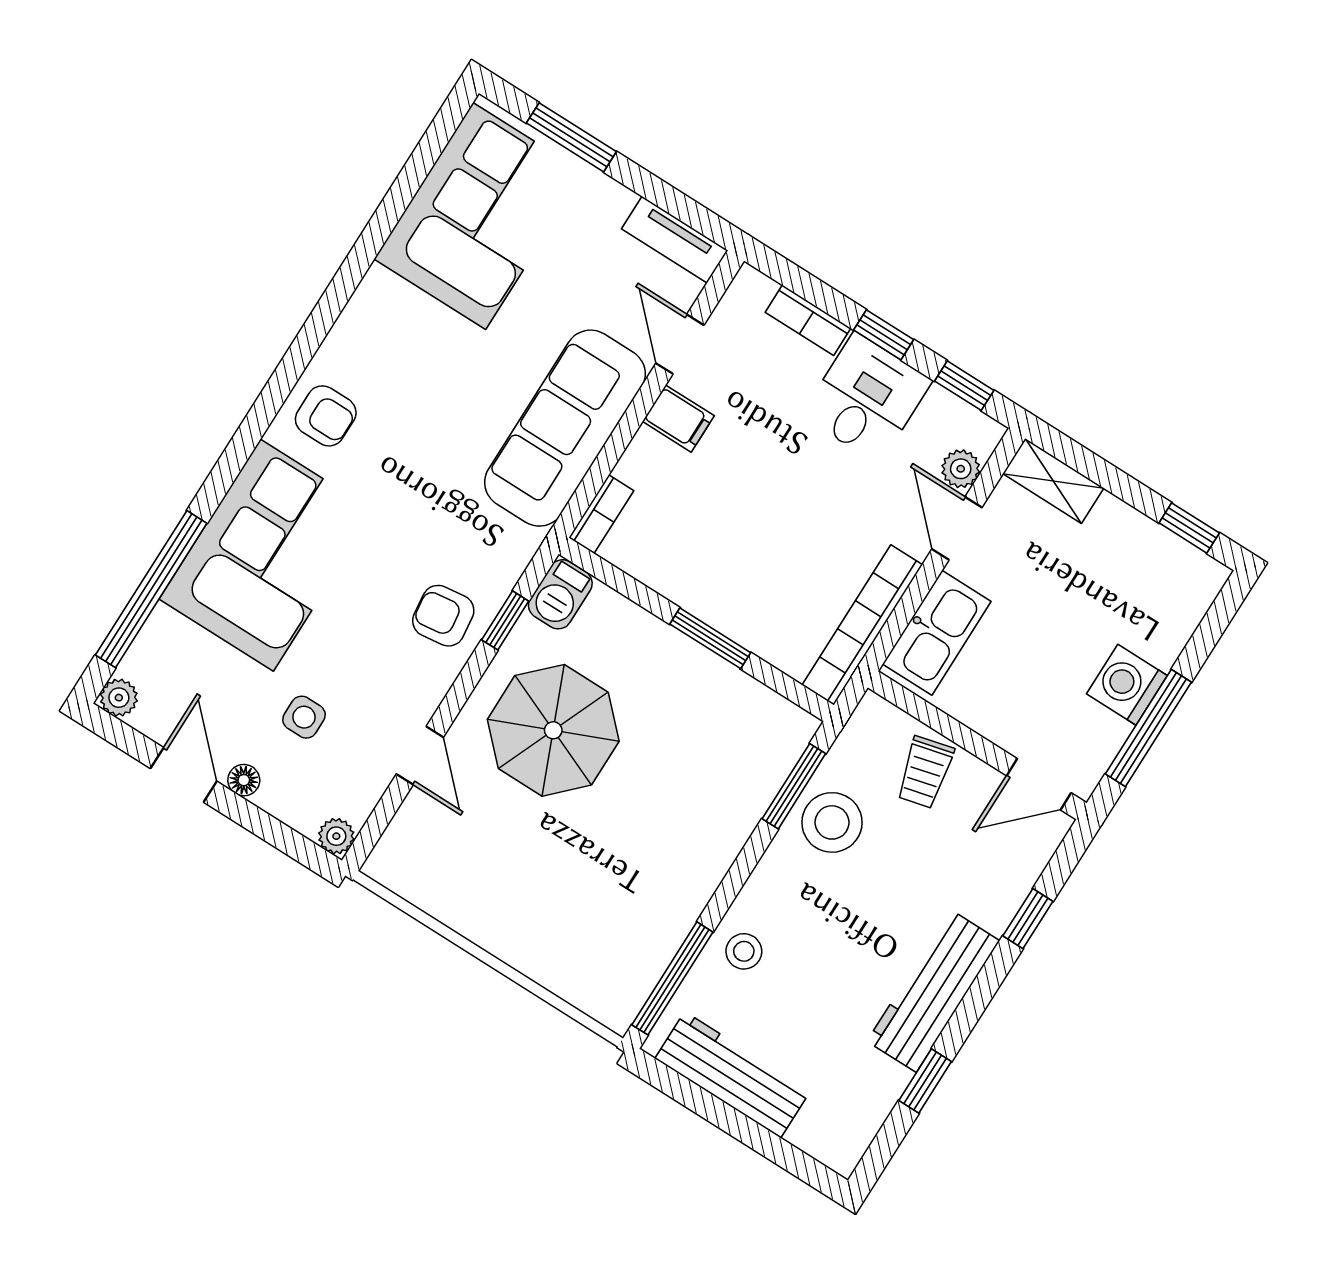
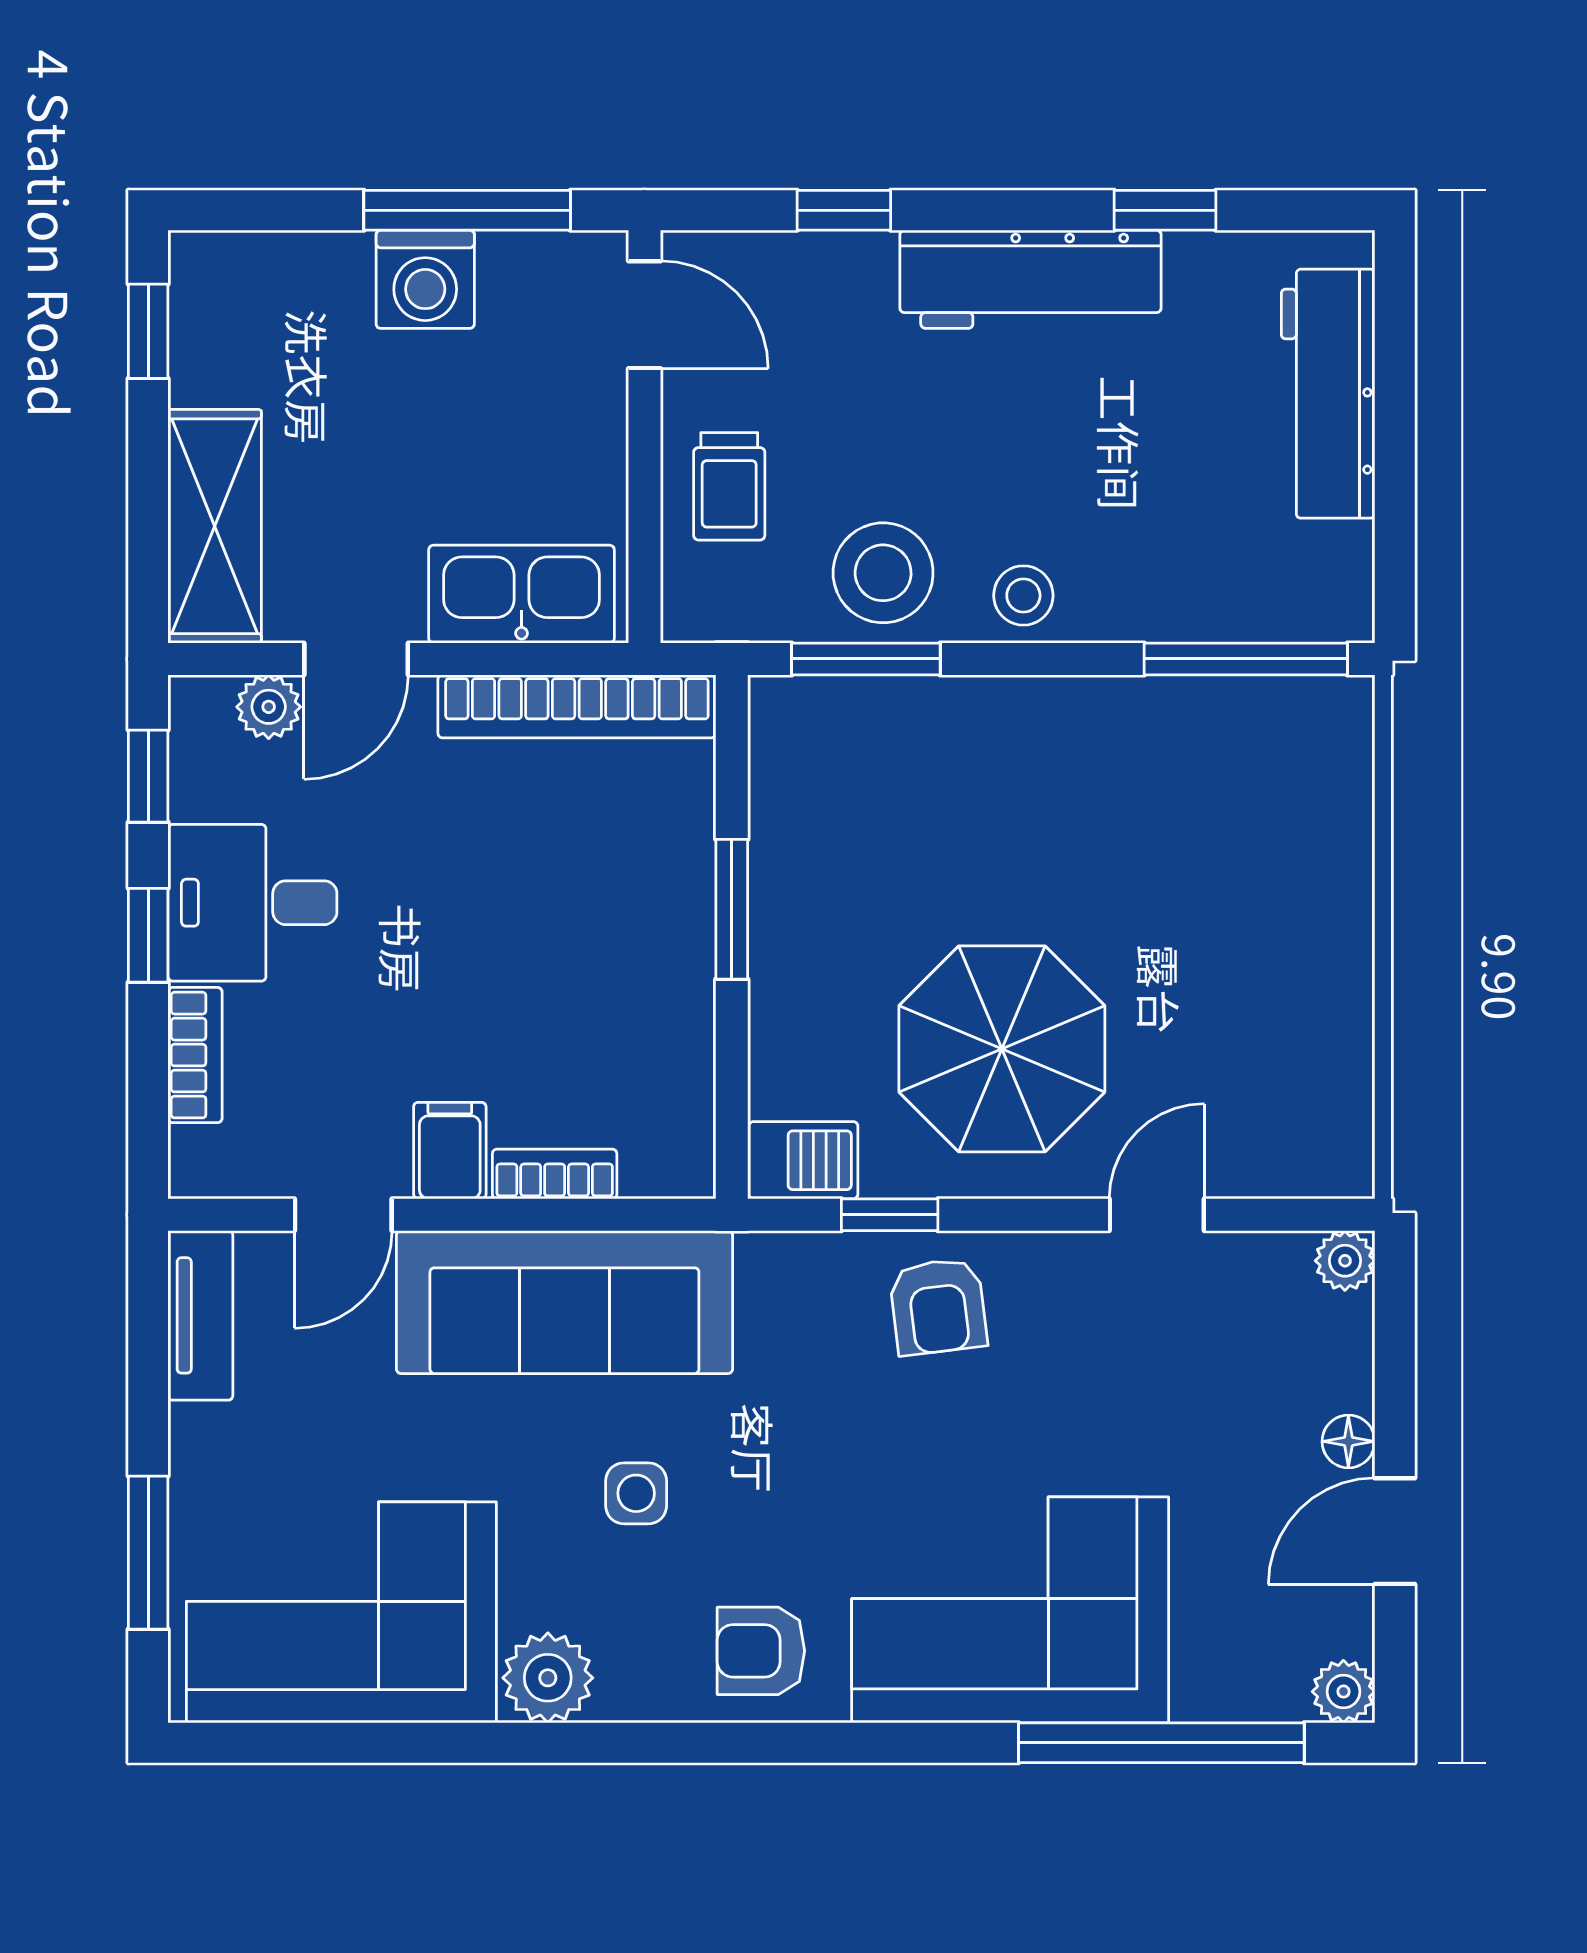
plant: (380, 299) -> (548, 1678), added
armchair: (326, 416) -> (761, 1651), turned -90
shelving: (1053, 481) -> (215, 526), width x1.50, depth x1.33
bookcase: (601, 514) -> (555, 1174), moved
side table: (304, 717) -> (636, 1493), moved
trolley: (925, 772) -> (729, 486), turned 104
stool: (744, 951) -> (1023, 595), moved
workbench: (733, 1075) -> (1328, 394), moved

